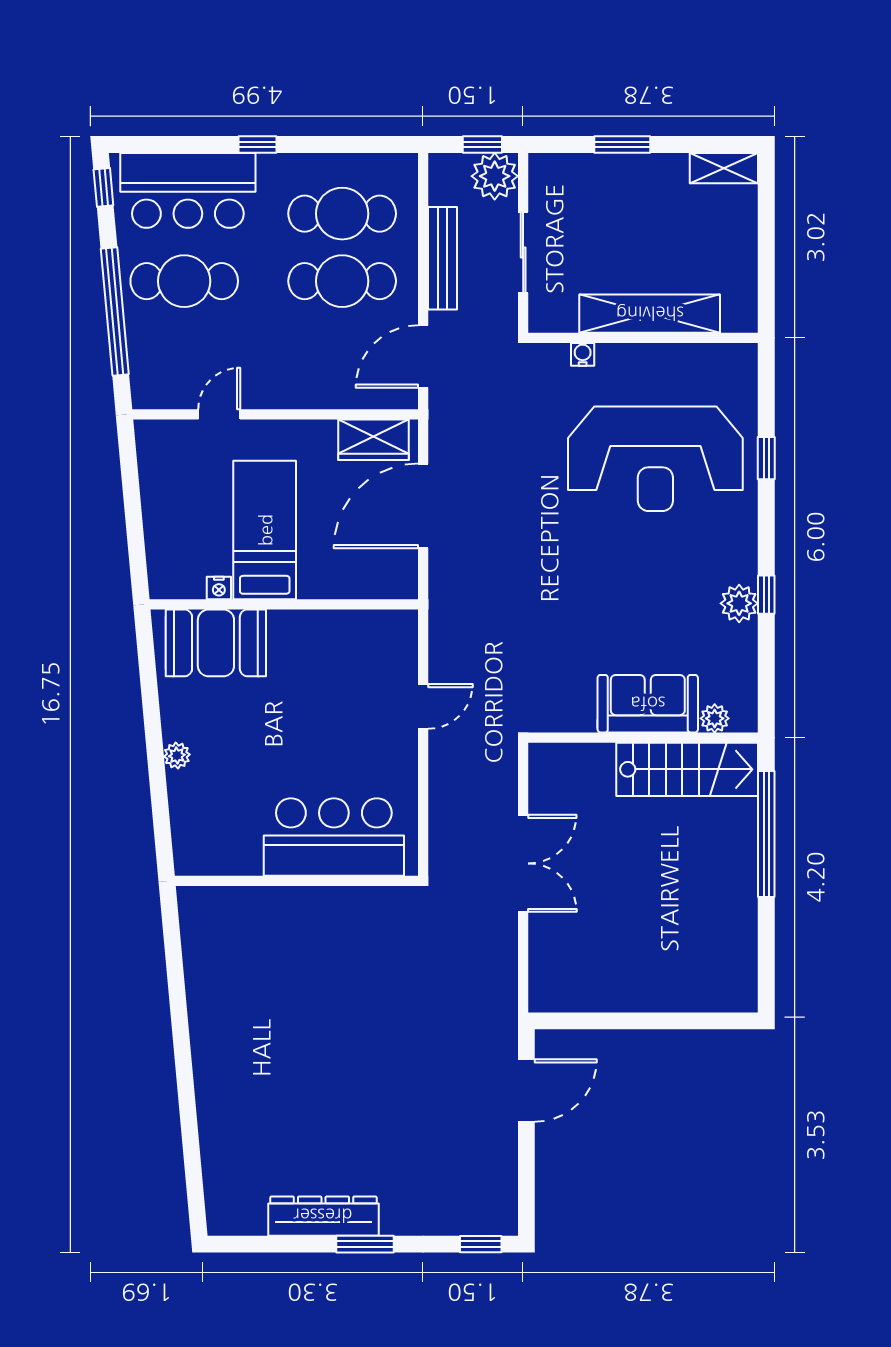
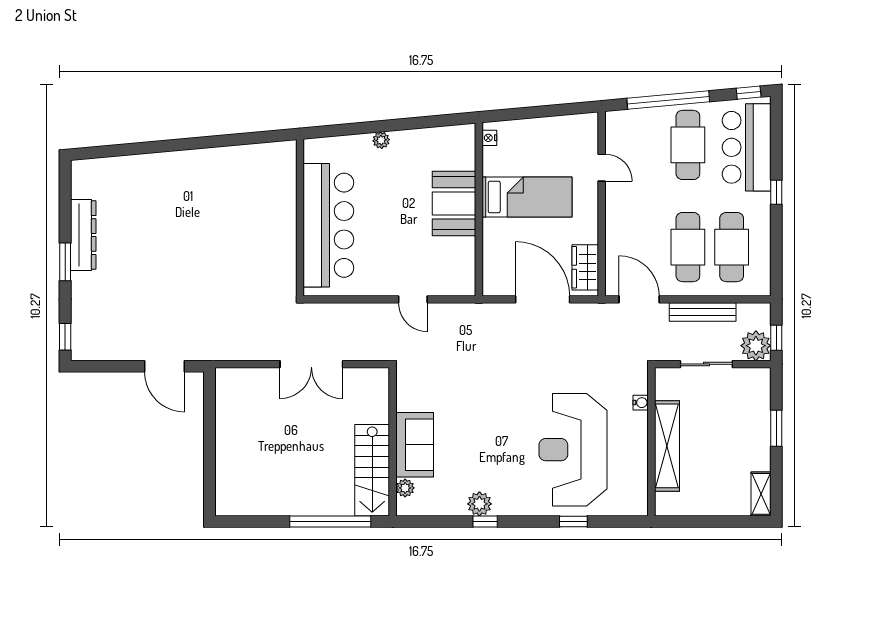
nightstand: (219, 588) -> (489, 138), moved
booth: (216, 643) -> (454, 203), moved
bar counter: (334, 837) -> (328, 225), width x1.36

